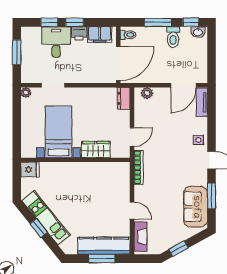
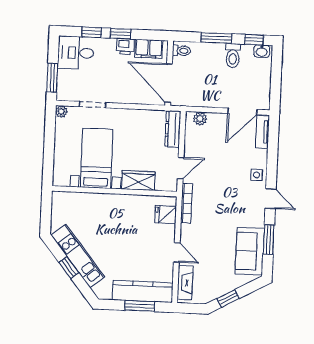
desk: (56, 42) -> (76, 53), moved, turned -90
window: (17, 52) -> (52, 78), moved
door: (118, 63) -> (169, 83), swing flipped
dresser: (124, 98) -> (173, 129), width x1.44
fridge: (30, 170) -> (166, 215), moved, turned 180

